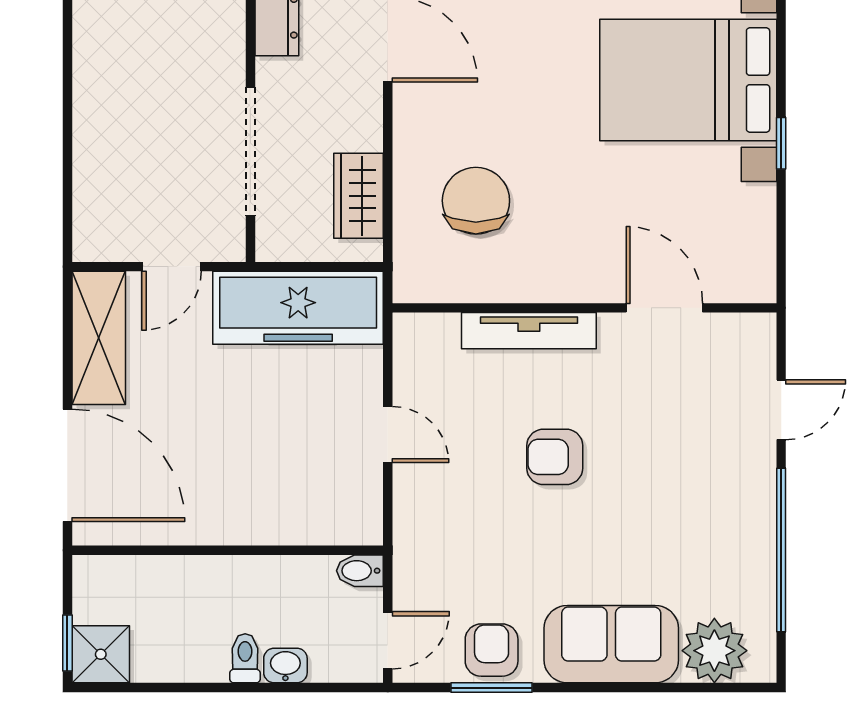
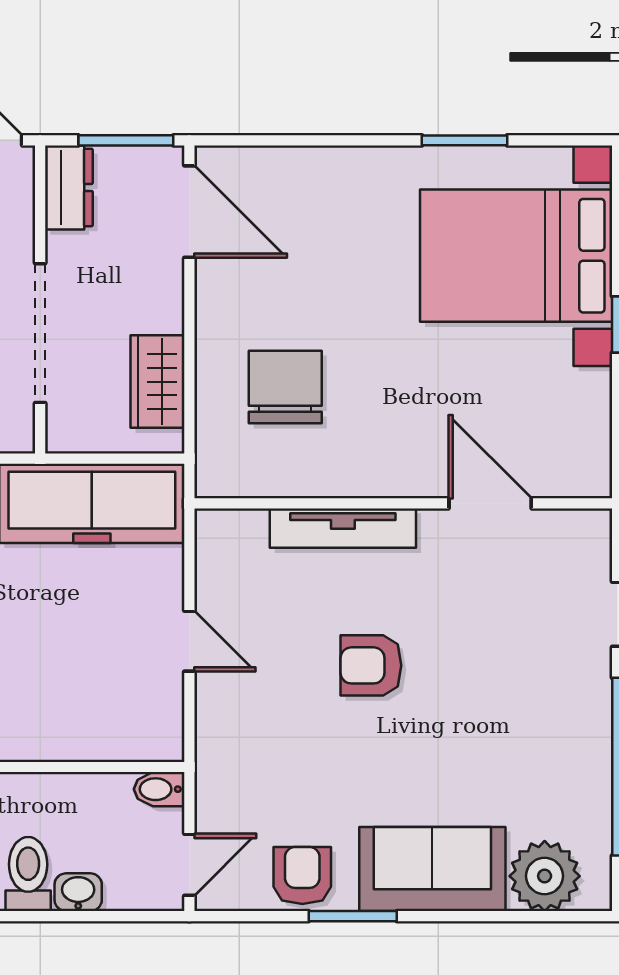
toilet: (245, 658) -> (28, 874), width x1.37, depth x1.39
window: (492, 688) -> (353, 916), moved

